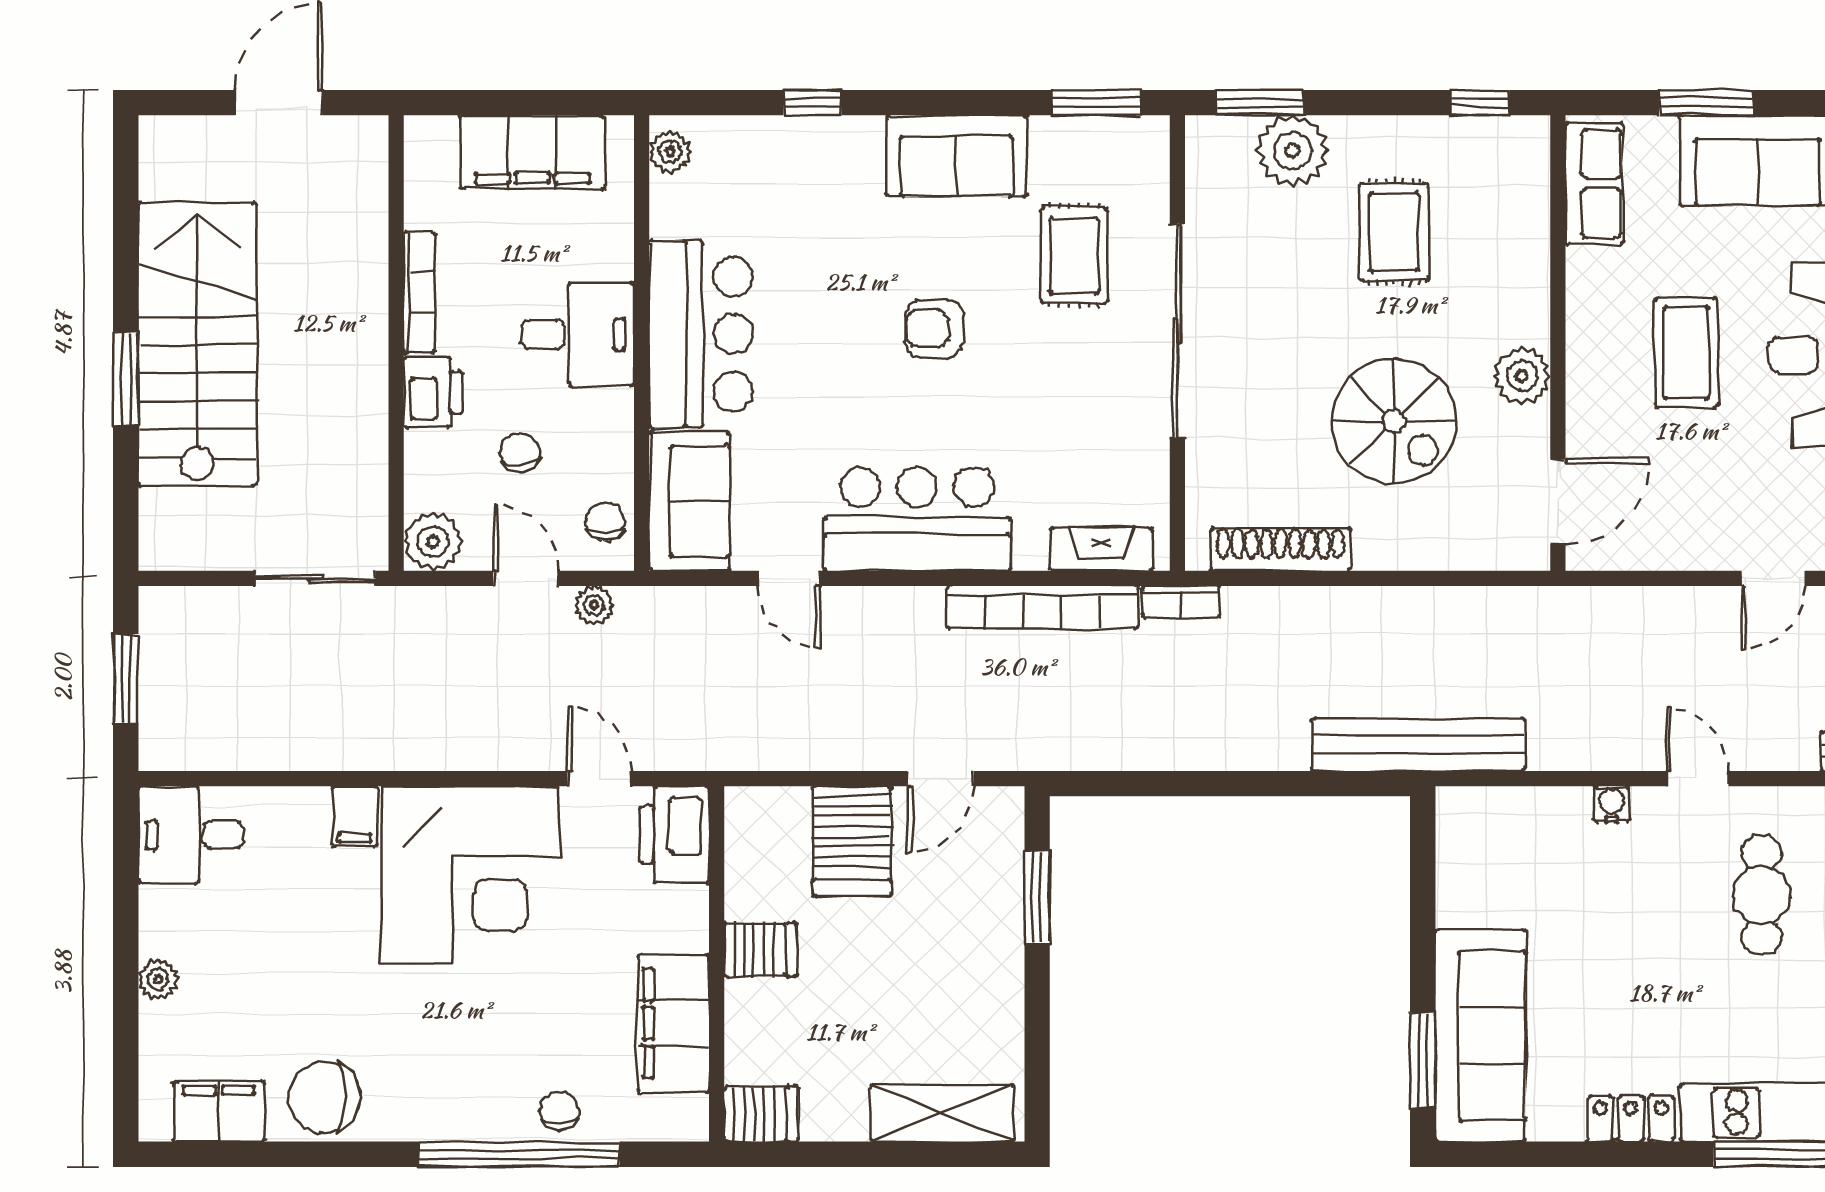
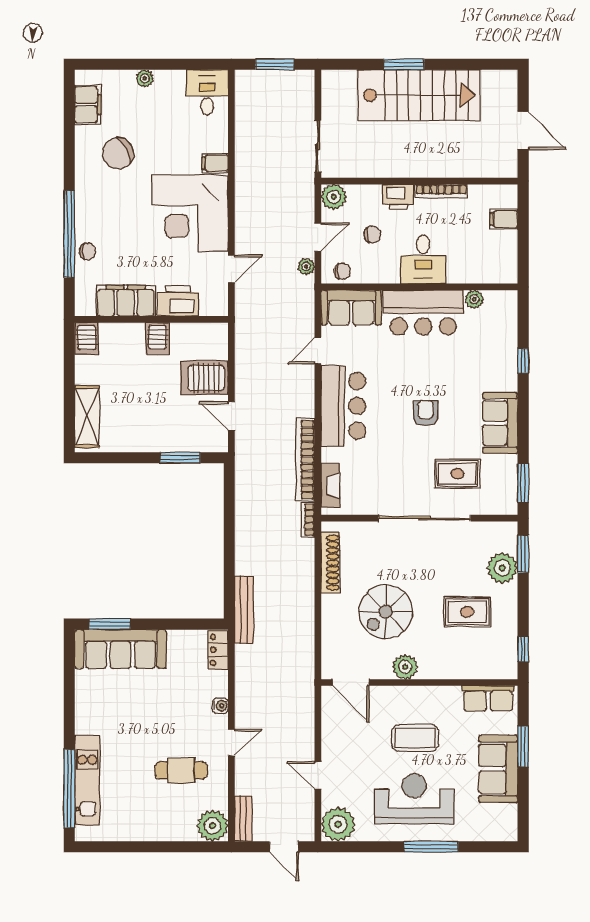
filing cabinet: (532, 152) -> (504, 219), width x0.33, depth x0.86
plant: (670, 152) -> (474, 299), moved
bench: (1418, 745) -> (244, 610), width x0.73, depth x0.82
printer: (674, 835) -> (178, 301), moved
chair: (324, 1098) -> (118, 153), moved, turned -118
locker: (1631, 1119) -> (218, 650), moved, turned 180

